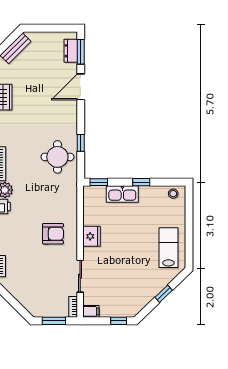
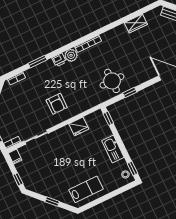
window: (141, 182) -> (132, 168), moved
kitchen sink: (122, 194) -> (113, 149), moved
fridge: (92, 236) -> (79, 126), moved

